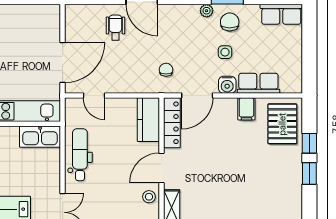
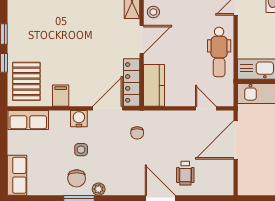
row of seats: (281, 14) -> (17, 175), moved, turned 90
row of seats: (258, 83) -> (28, 120), moved

